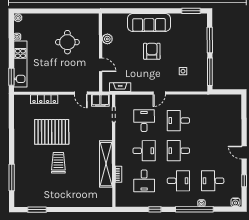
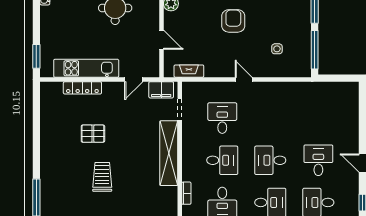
kitchen unit: (20, 64) -> (86, 68), moved, turned -90
door: (81, 93) -> (134, 80), hinge flipped
door: (159, 93) -> (244, 80), swing flipped
desk: (178, 121) -> (318, 160), moved, turned 90
pallet: (52, 132) -> (93, 134), width x0.49, depth x0.50
shelving: (106, 164) -> (169, 153), moved

